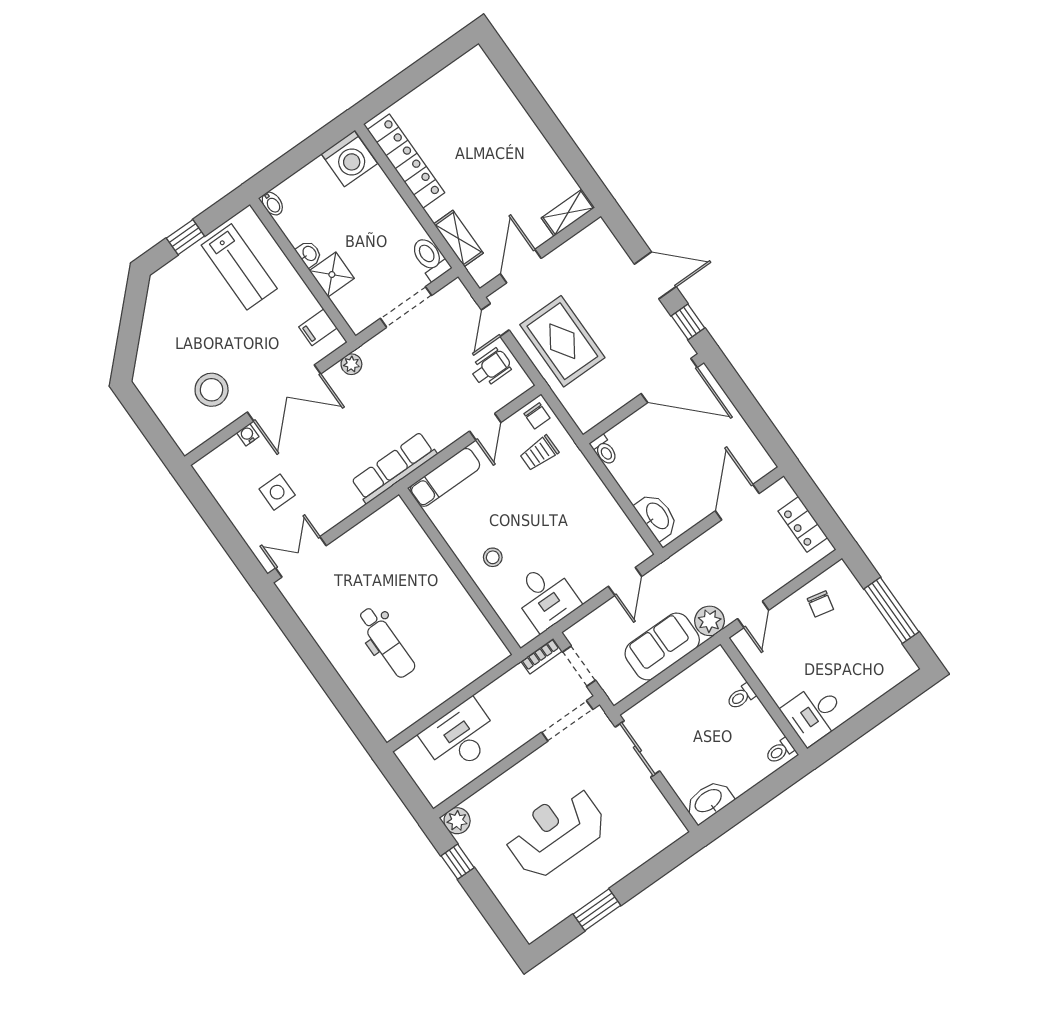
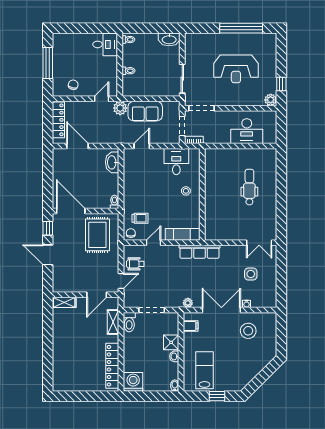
rug: (562, 341) -> (97, 235), moved
door: (737, 502) -> (78, 146), swing flipped
locker: (803, 524) -> (58, 120), width x1.53
window: (597, 910) -> (241, 28), width x2.11

